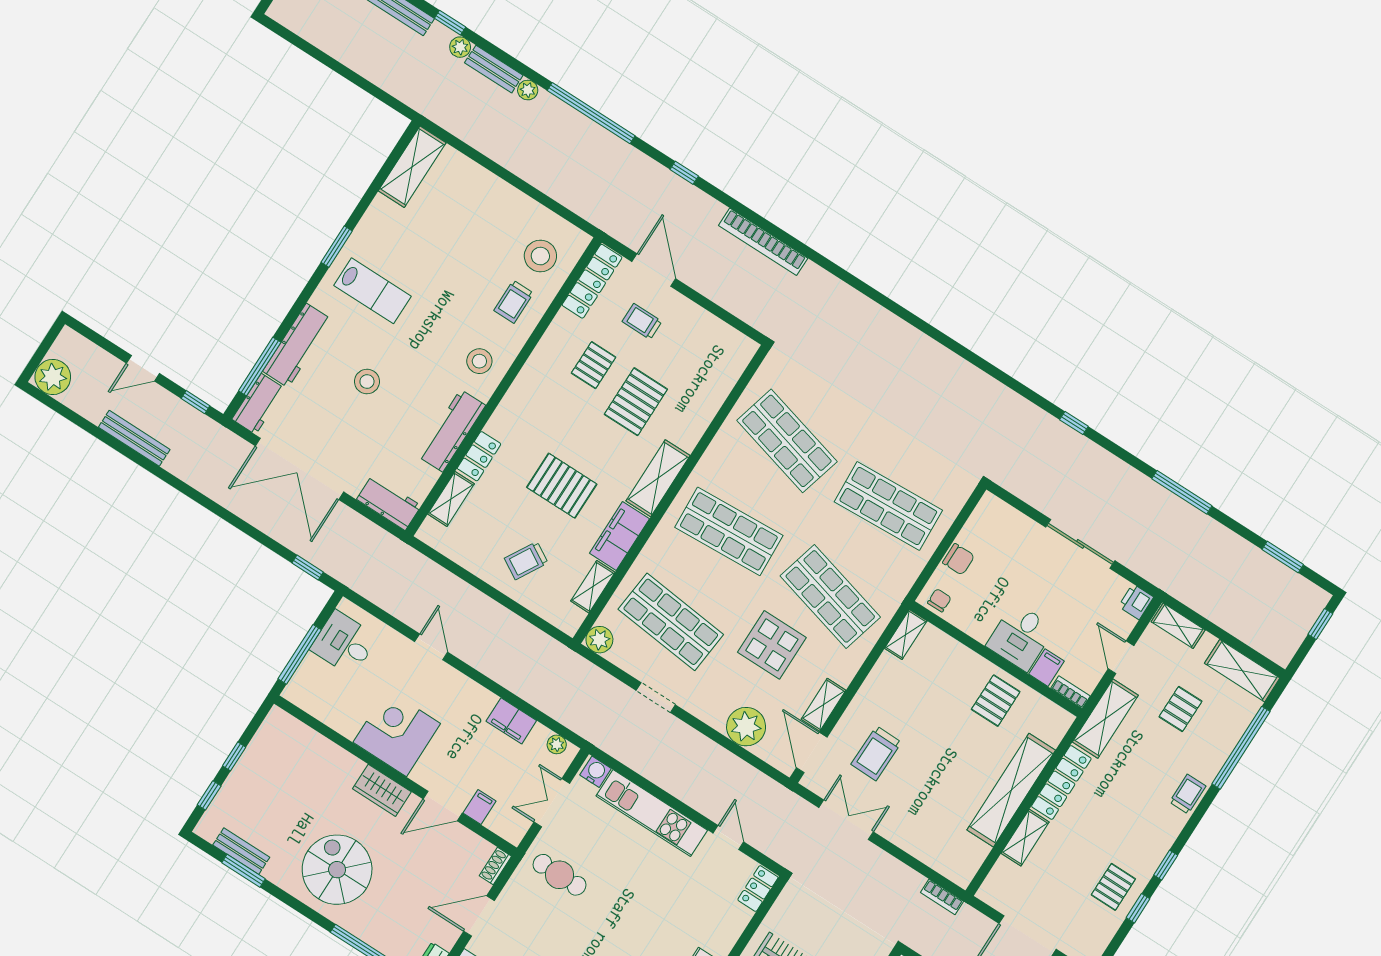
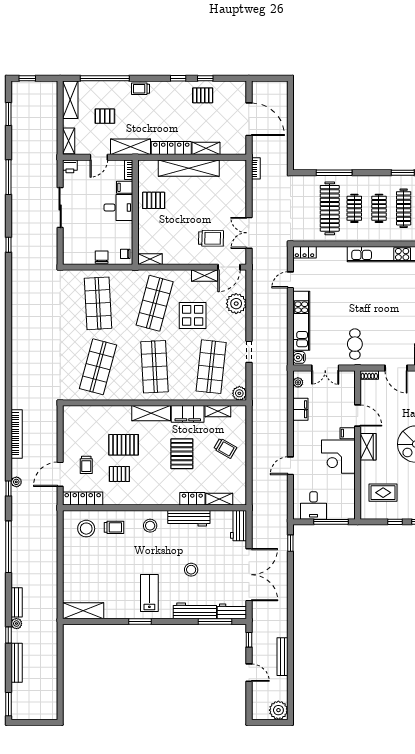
plant: (528, 90) -> (16, 482), moved
rug: (293, 767) -> (383, 493), added
filing cabinet: (480, 807) -> (348, 433), moved

